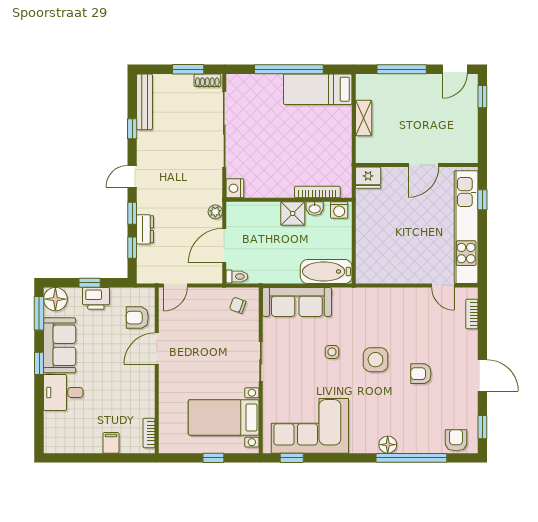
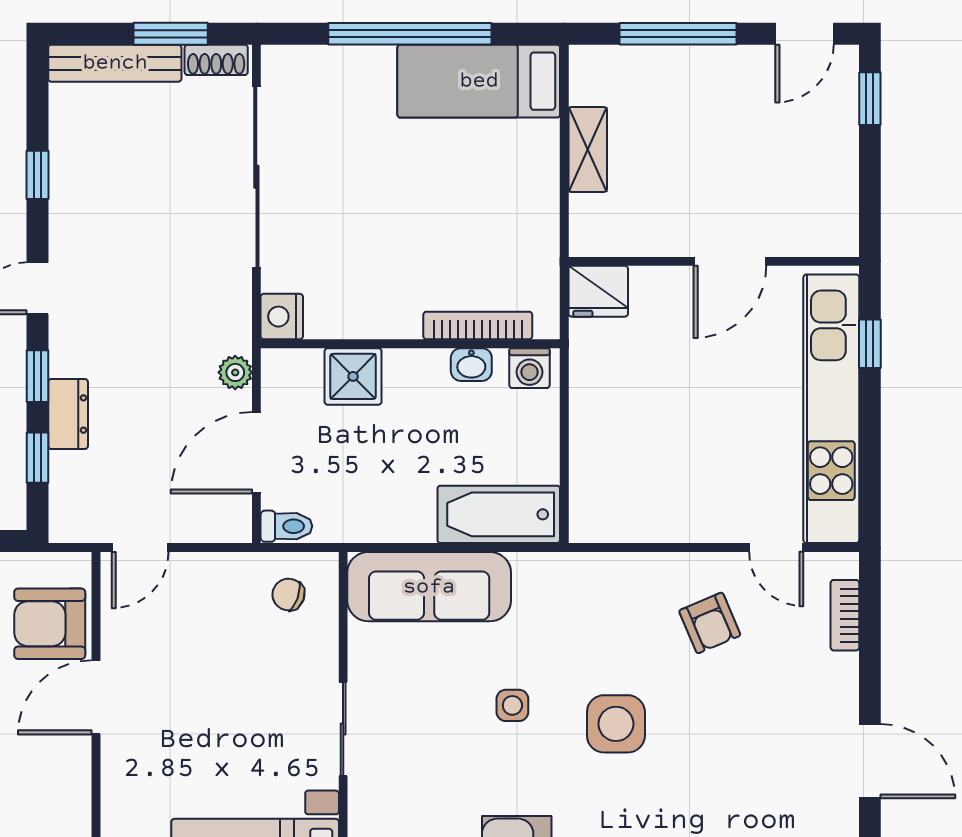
bench: (144, 102) -> (115, 63), moved, turned 90
shower: (293, 213) -> (353, 376), moved
armchair: (137, 318) -> (50, 624), width x1.38, depth x1.38
armchair: (421, 374) -> (710, 623), moved, turned -113

